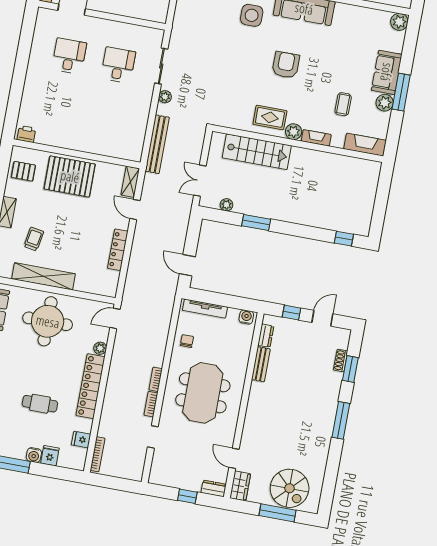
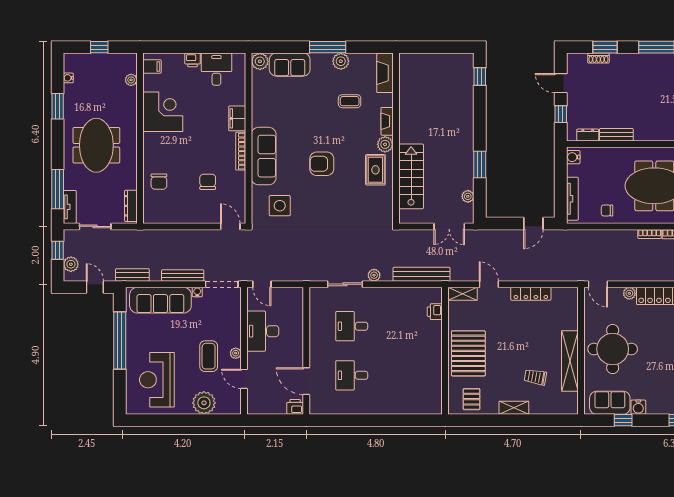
sofa: (387, 72) -> (290, 65), moved
printer: (26, 134) -> (435, 312), moved
door: (135, 210) -> (489, 284), swing flipped

